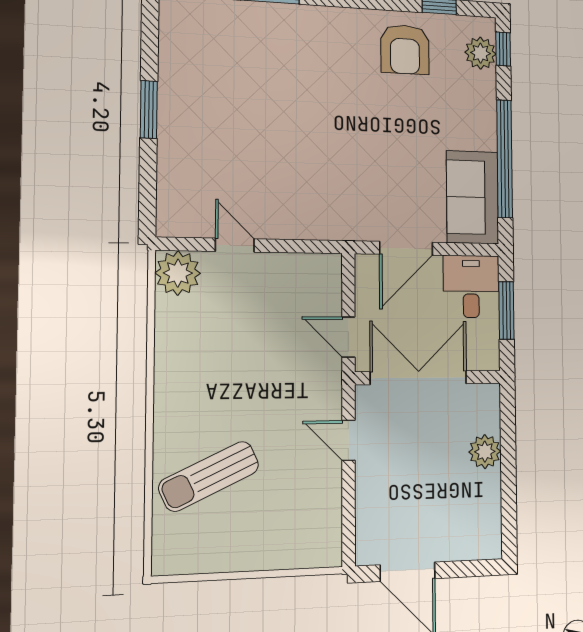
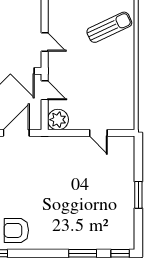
armchair: (405, 49) -> (16, 230), turned -90
plant: (178, 273) -> (58, 120), moved

